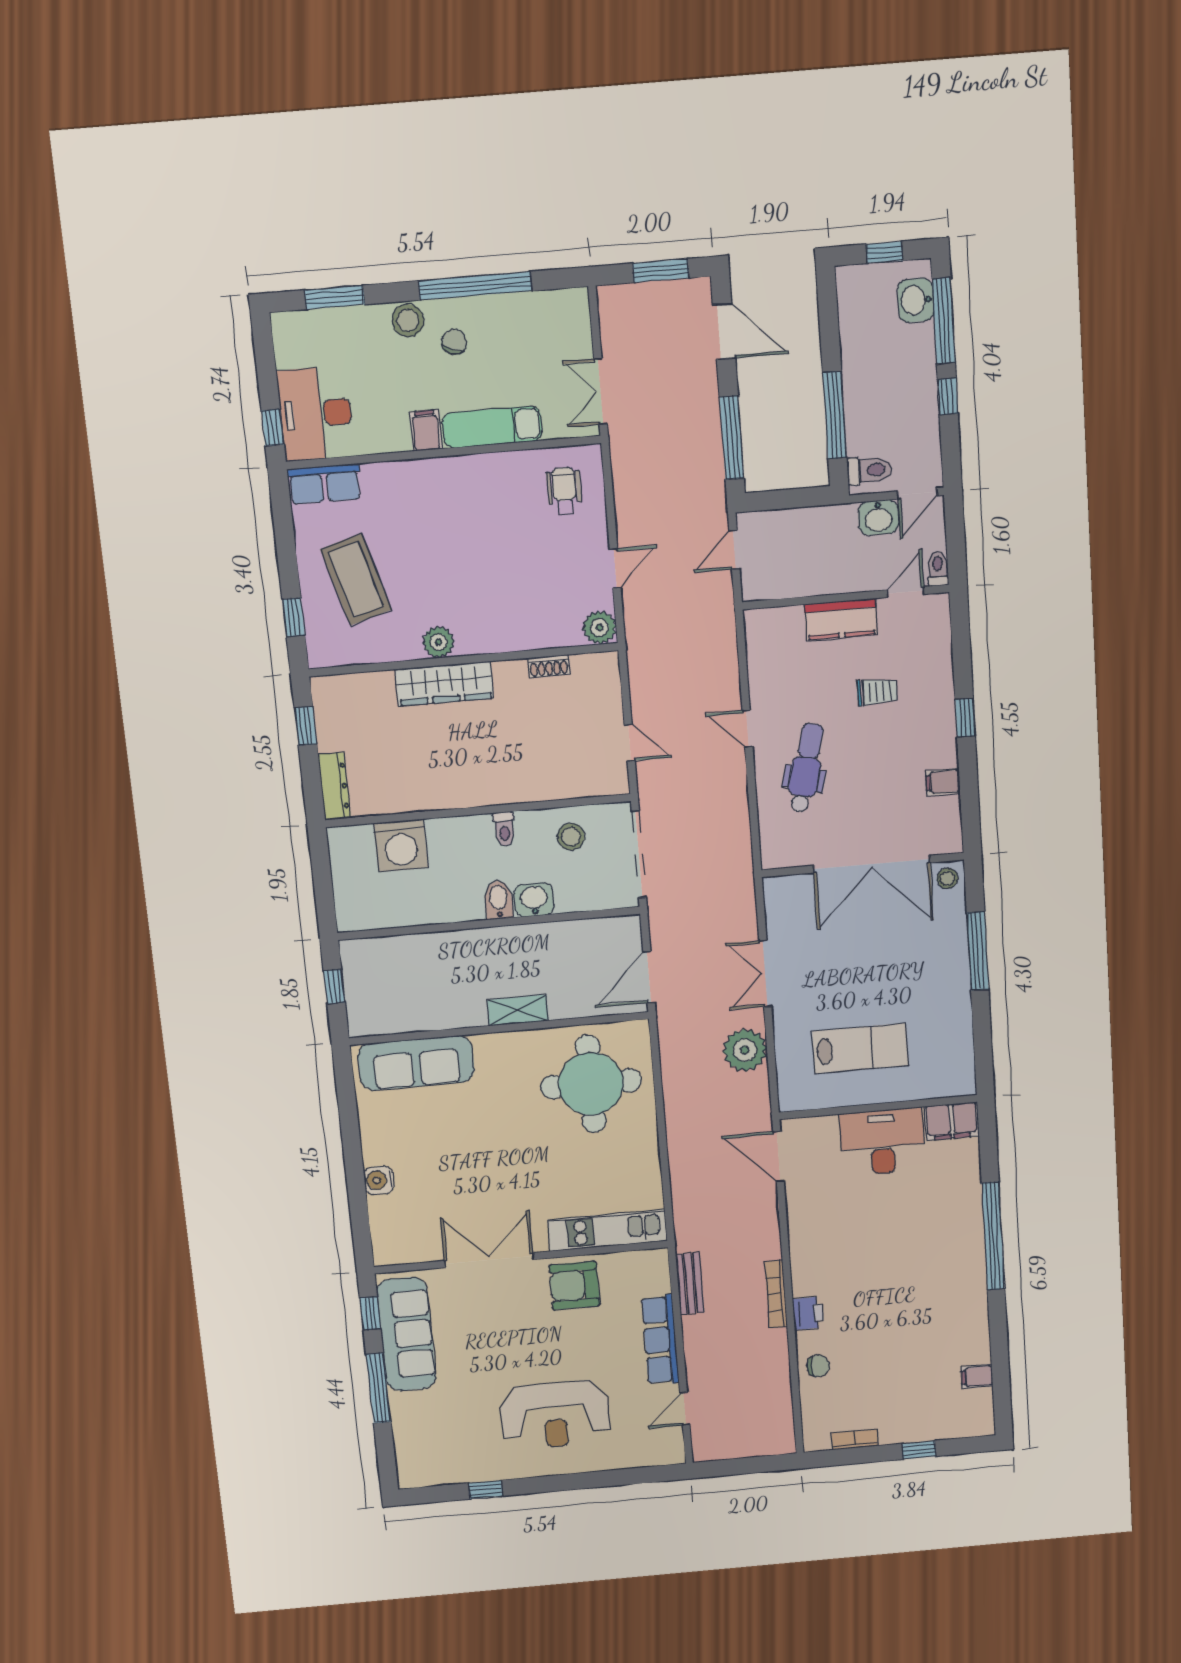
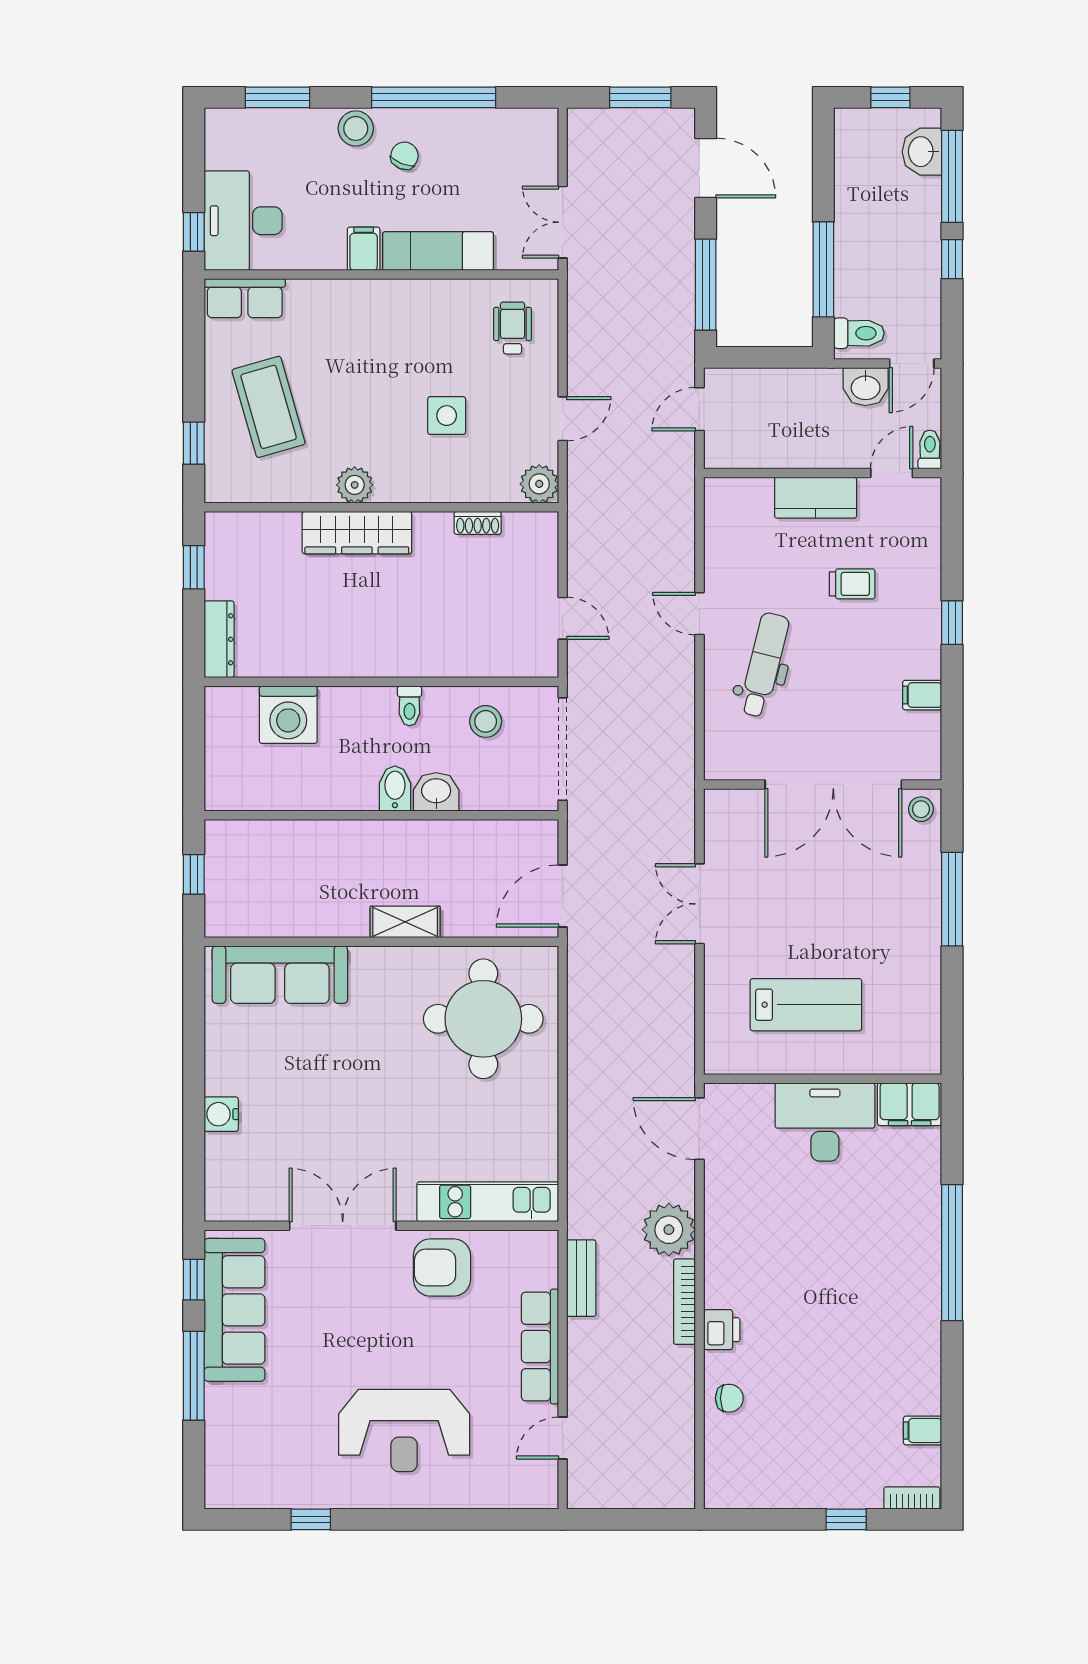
side table: (513, 574) -> (447, 416), added
plant: (745, 1050) -> (669, 1230), moved
bookcase: (855, 1439) -> (912, 1498), moved

